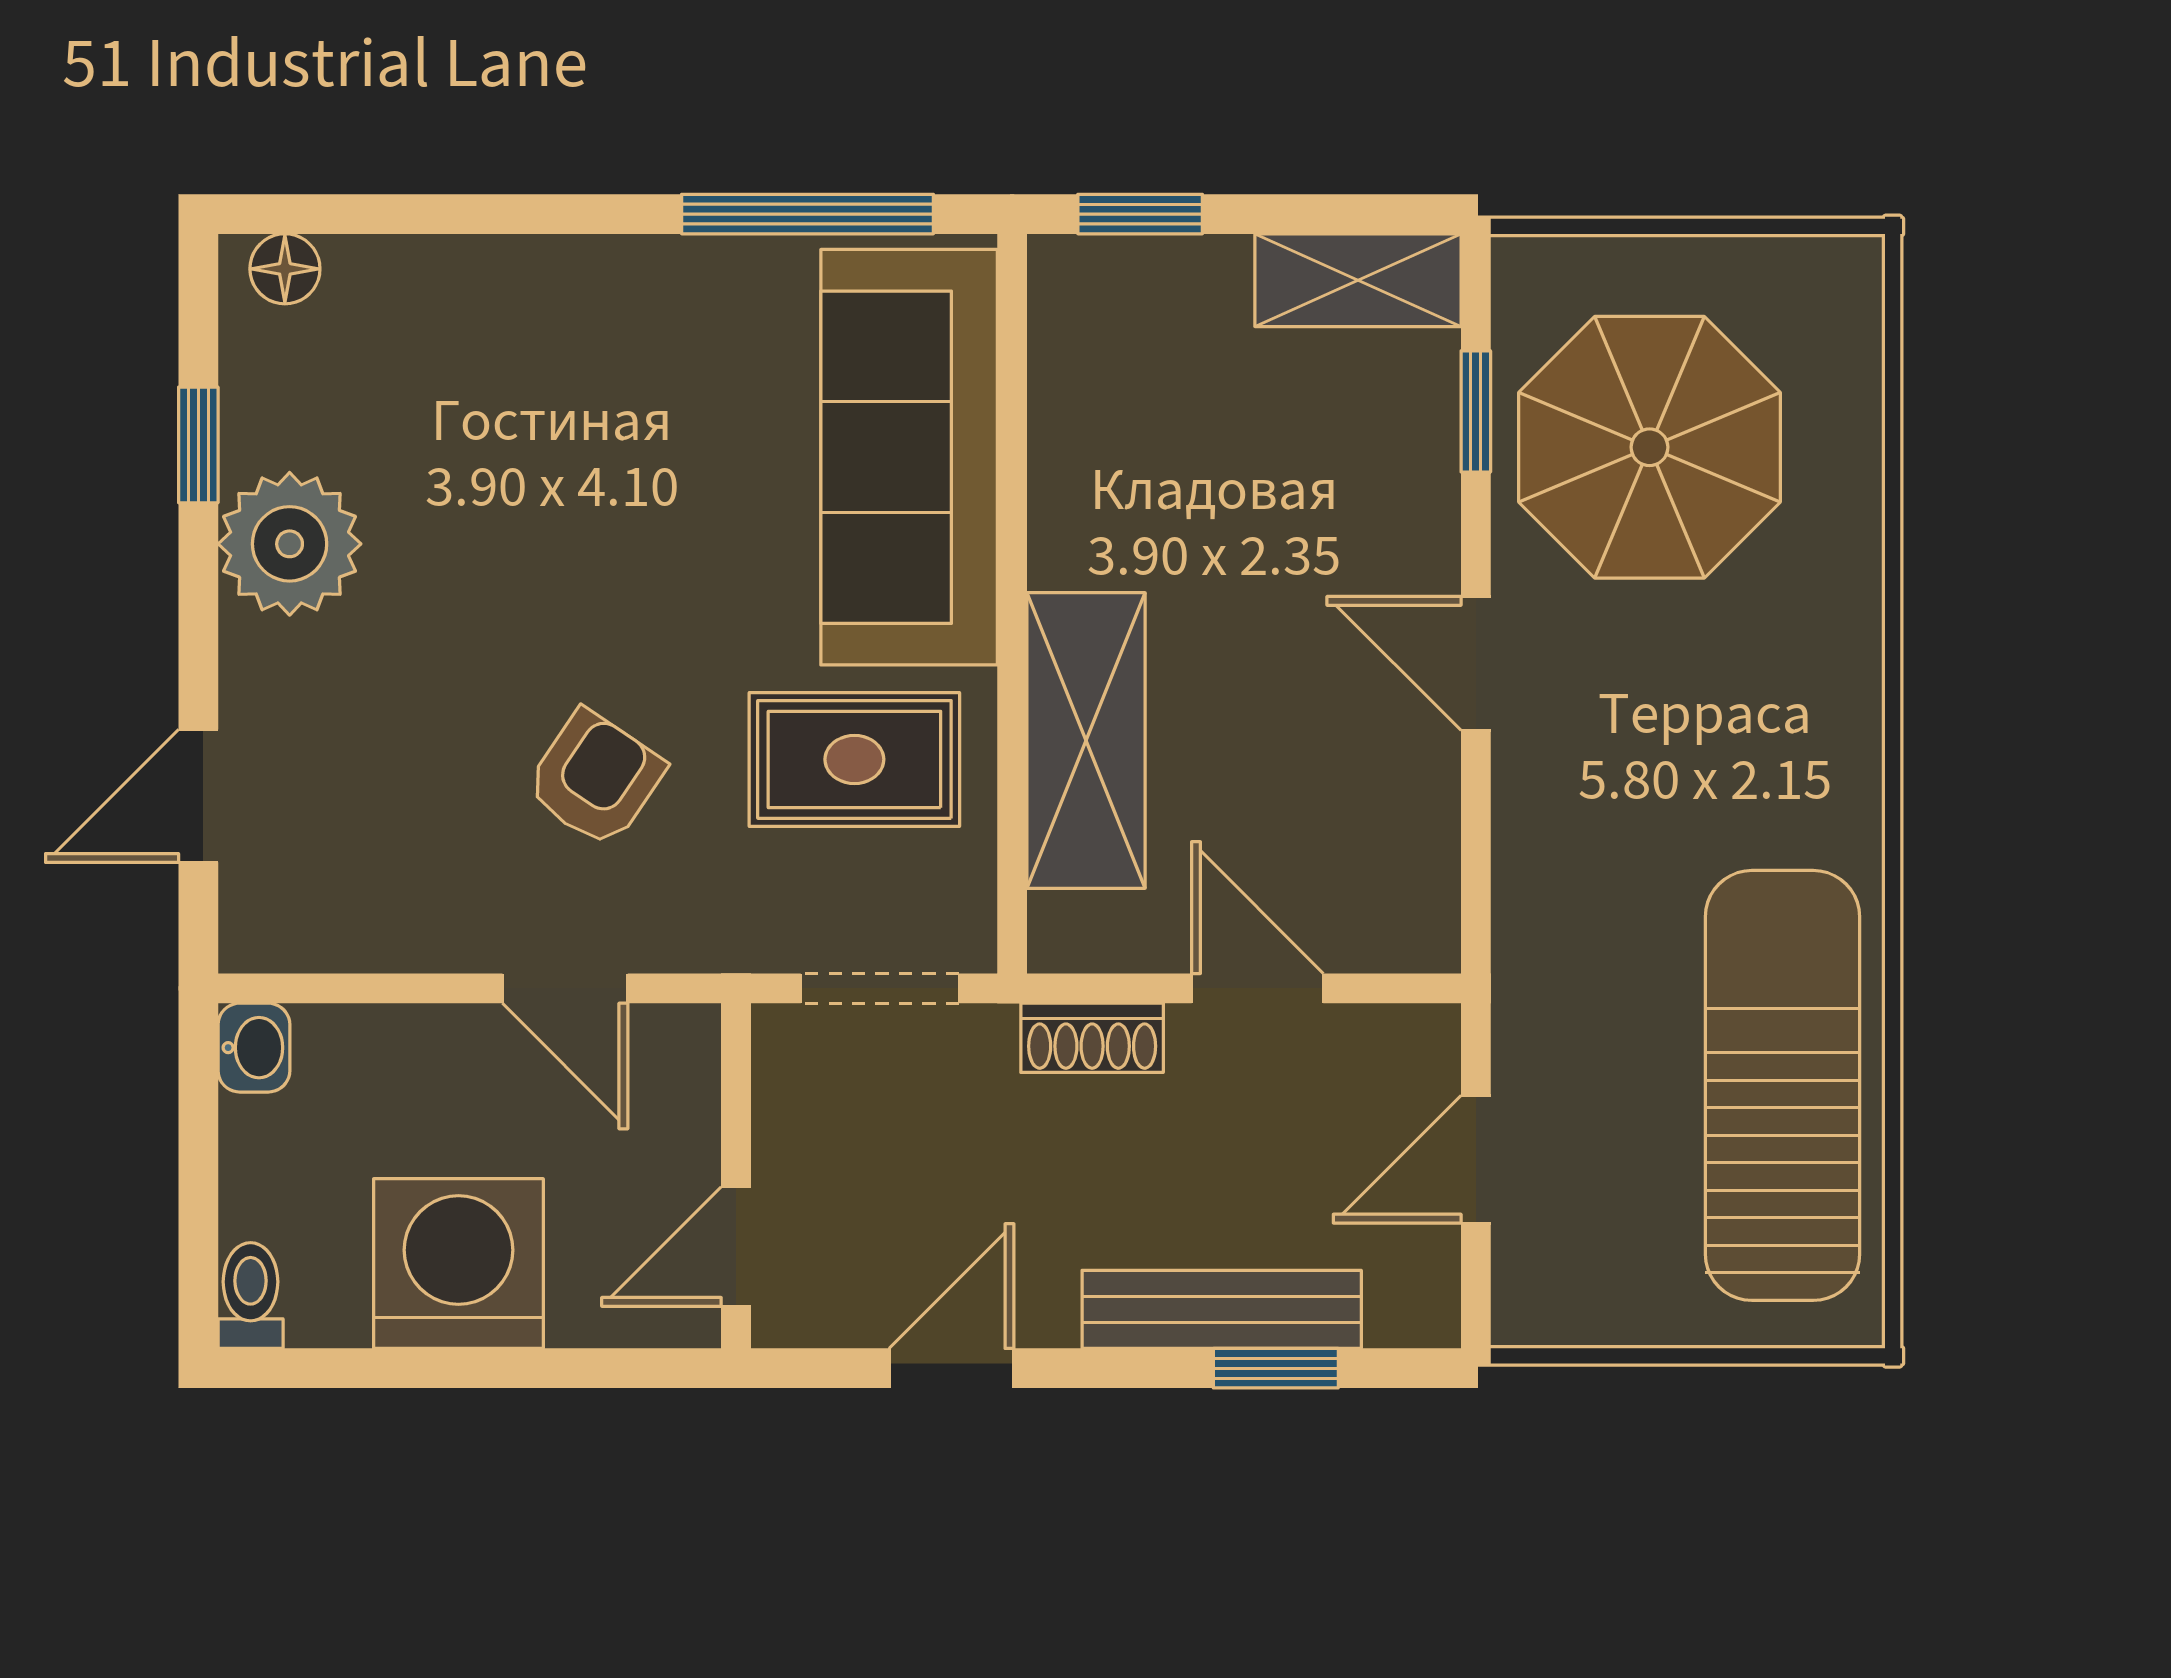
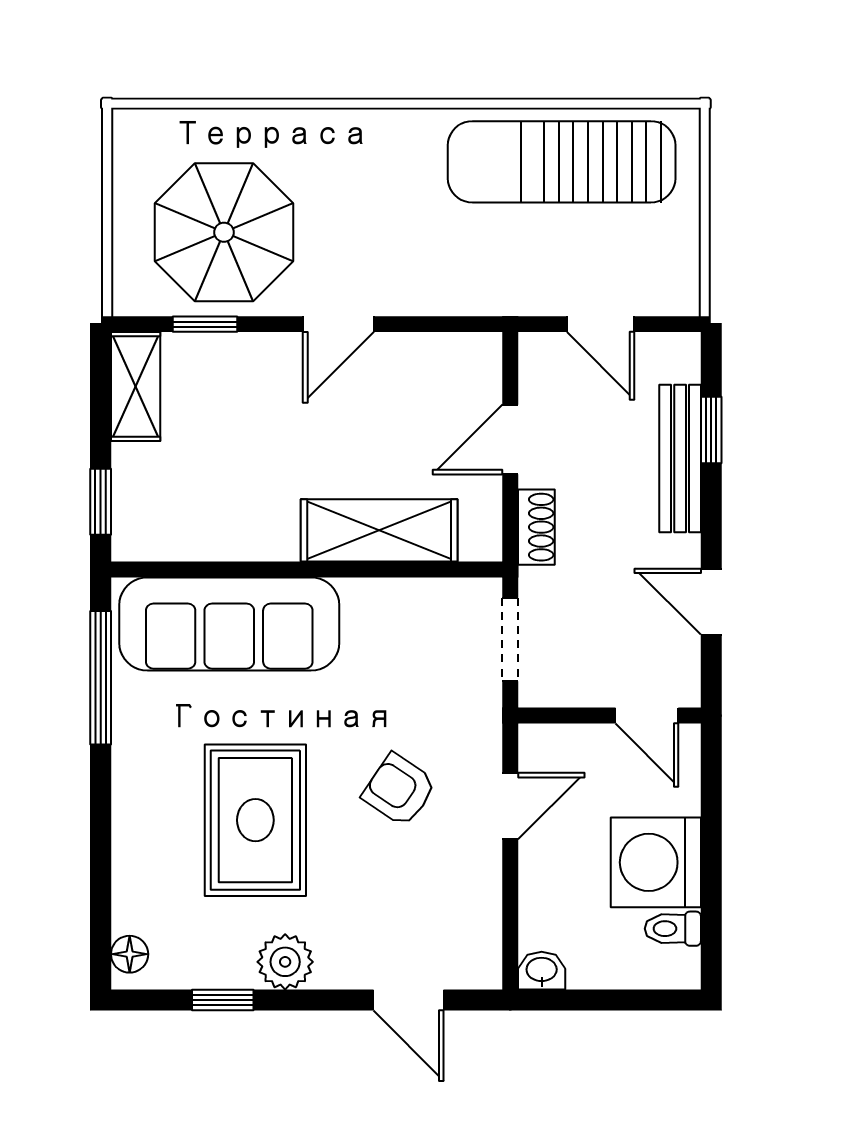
plant: (290, 544) -> (285, 962), width x0.73, depth x0.73
rug: (854, 759) -> (255, 820), moved, width x1.36, depth x1.43
toilet: (251, 1296) -> (673, 929), moved

